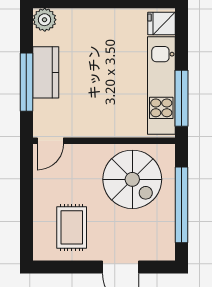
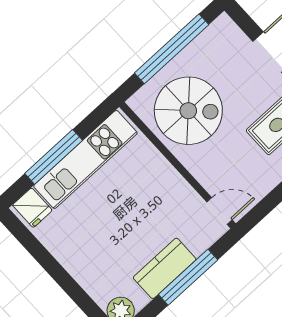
window: (181, 98) -> (54, 157), moved
spiral stairs: (132, 179) -> (188, 111), turned 90

